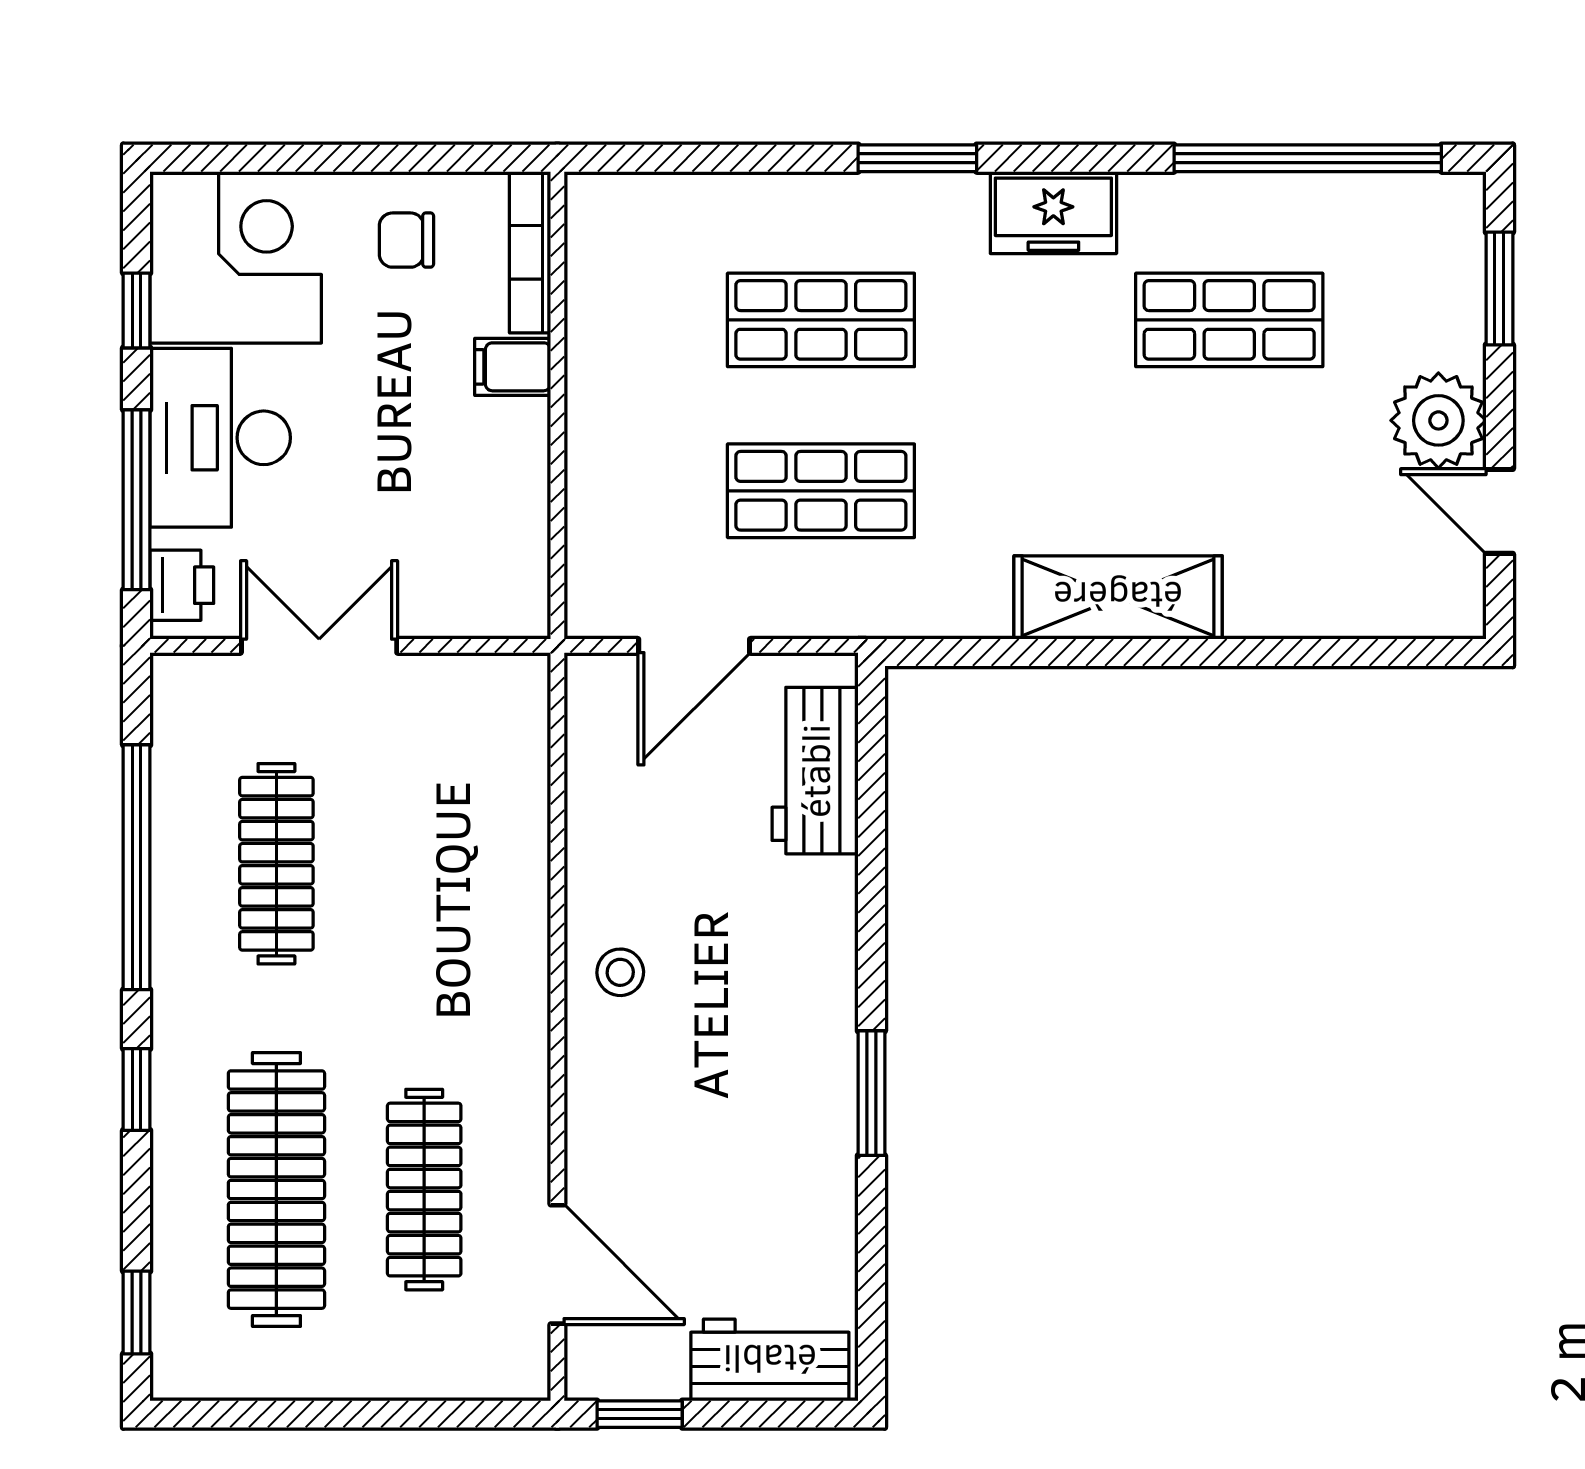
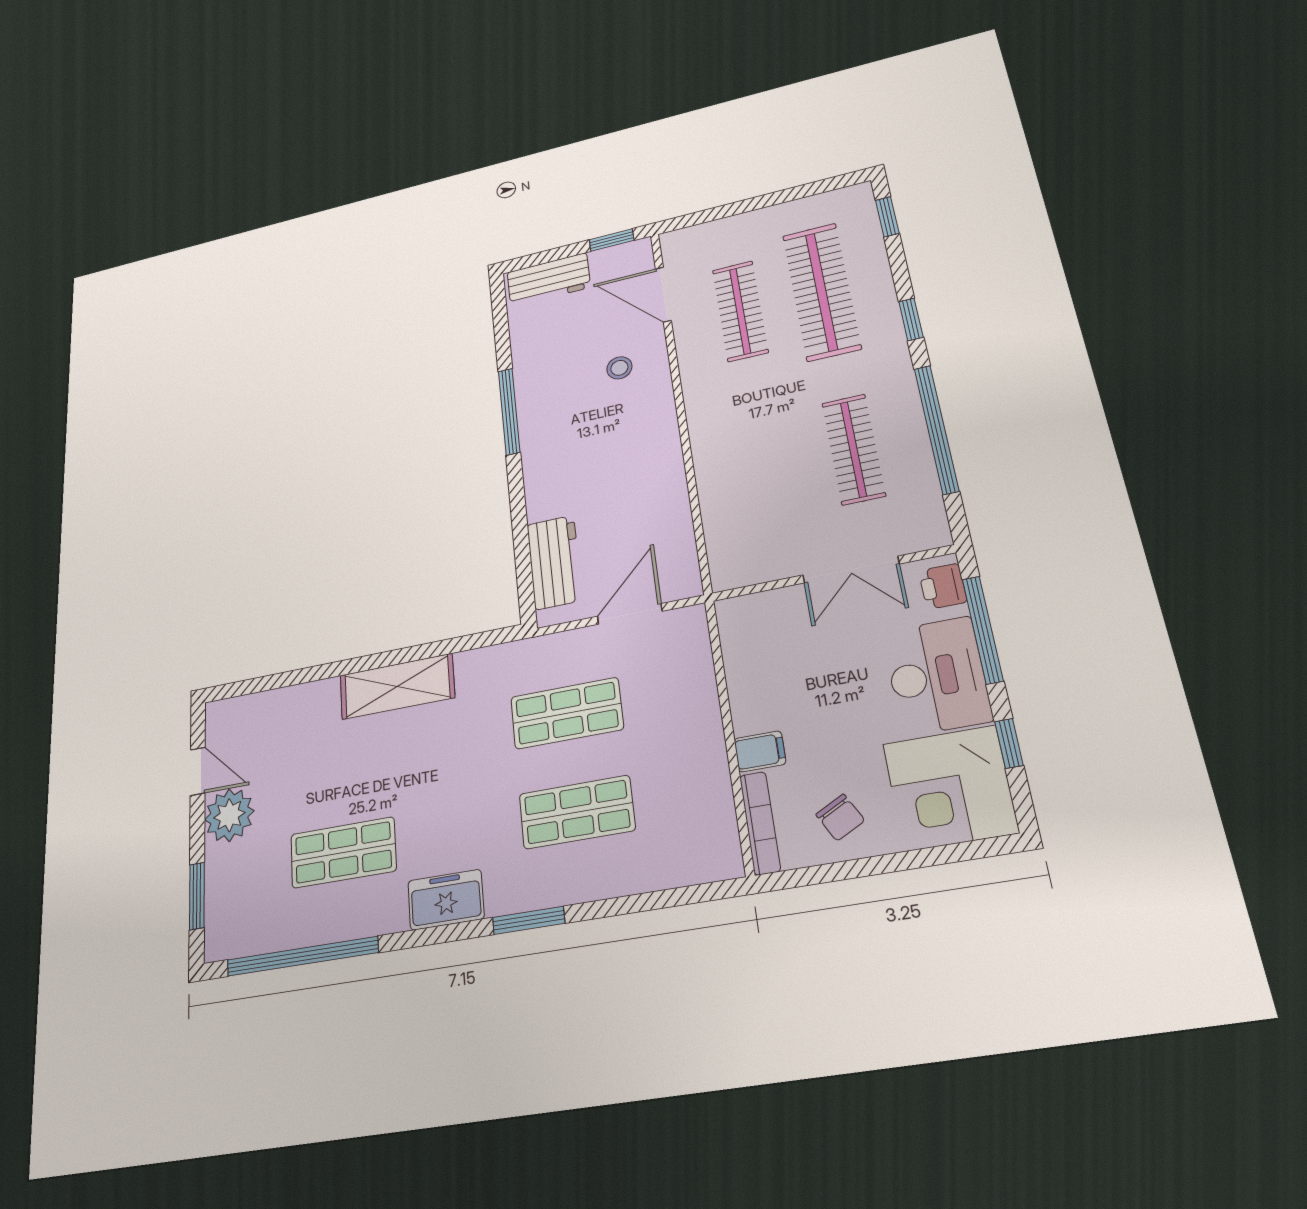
chair: (406, 240) -> (840, 817), turned 62
stool: (620, 972) -> (619, 368), moved
window: (871, 1093) -> (509, 411), width x1.44

